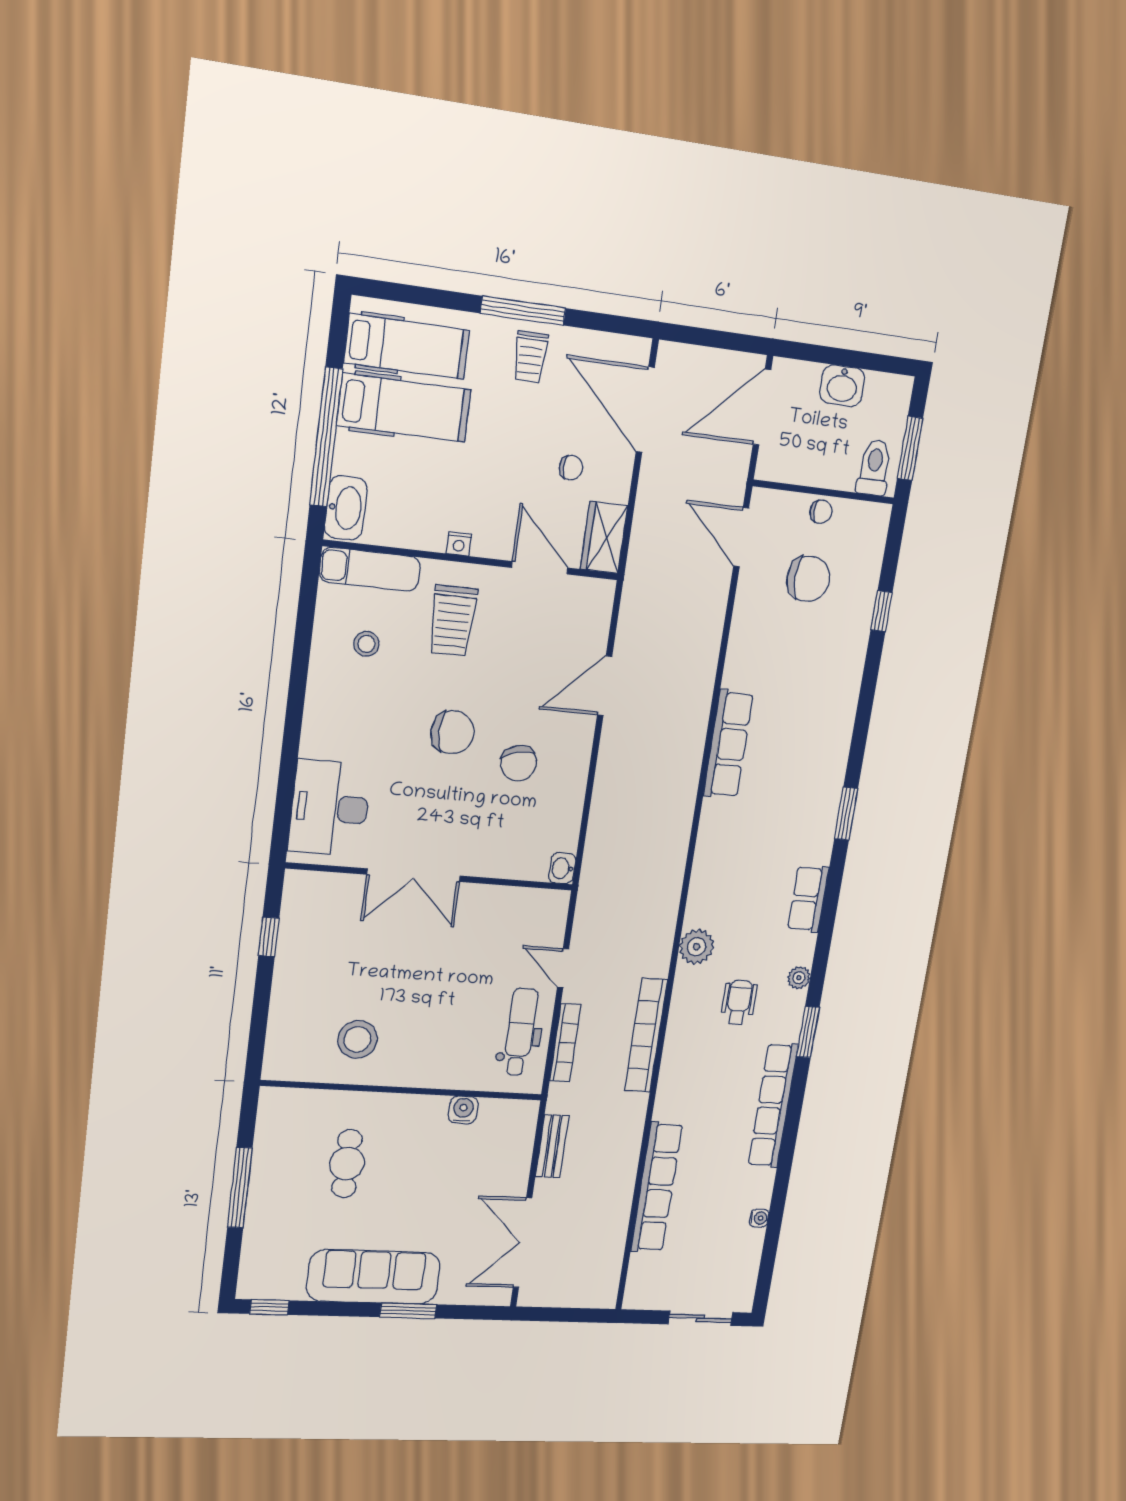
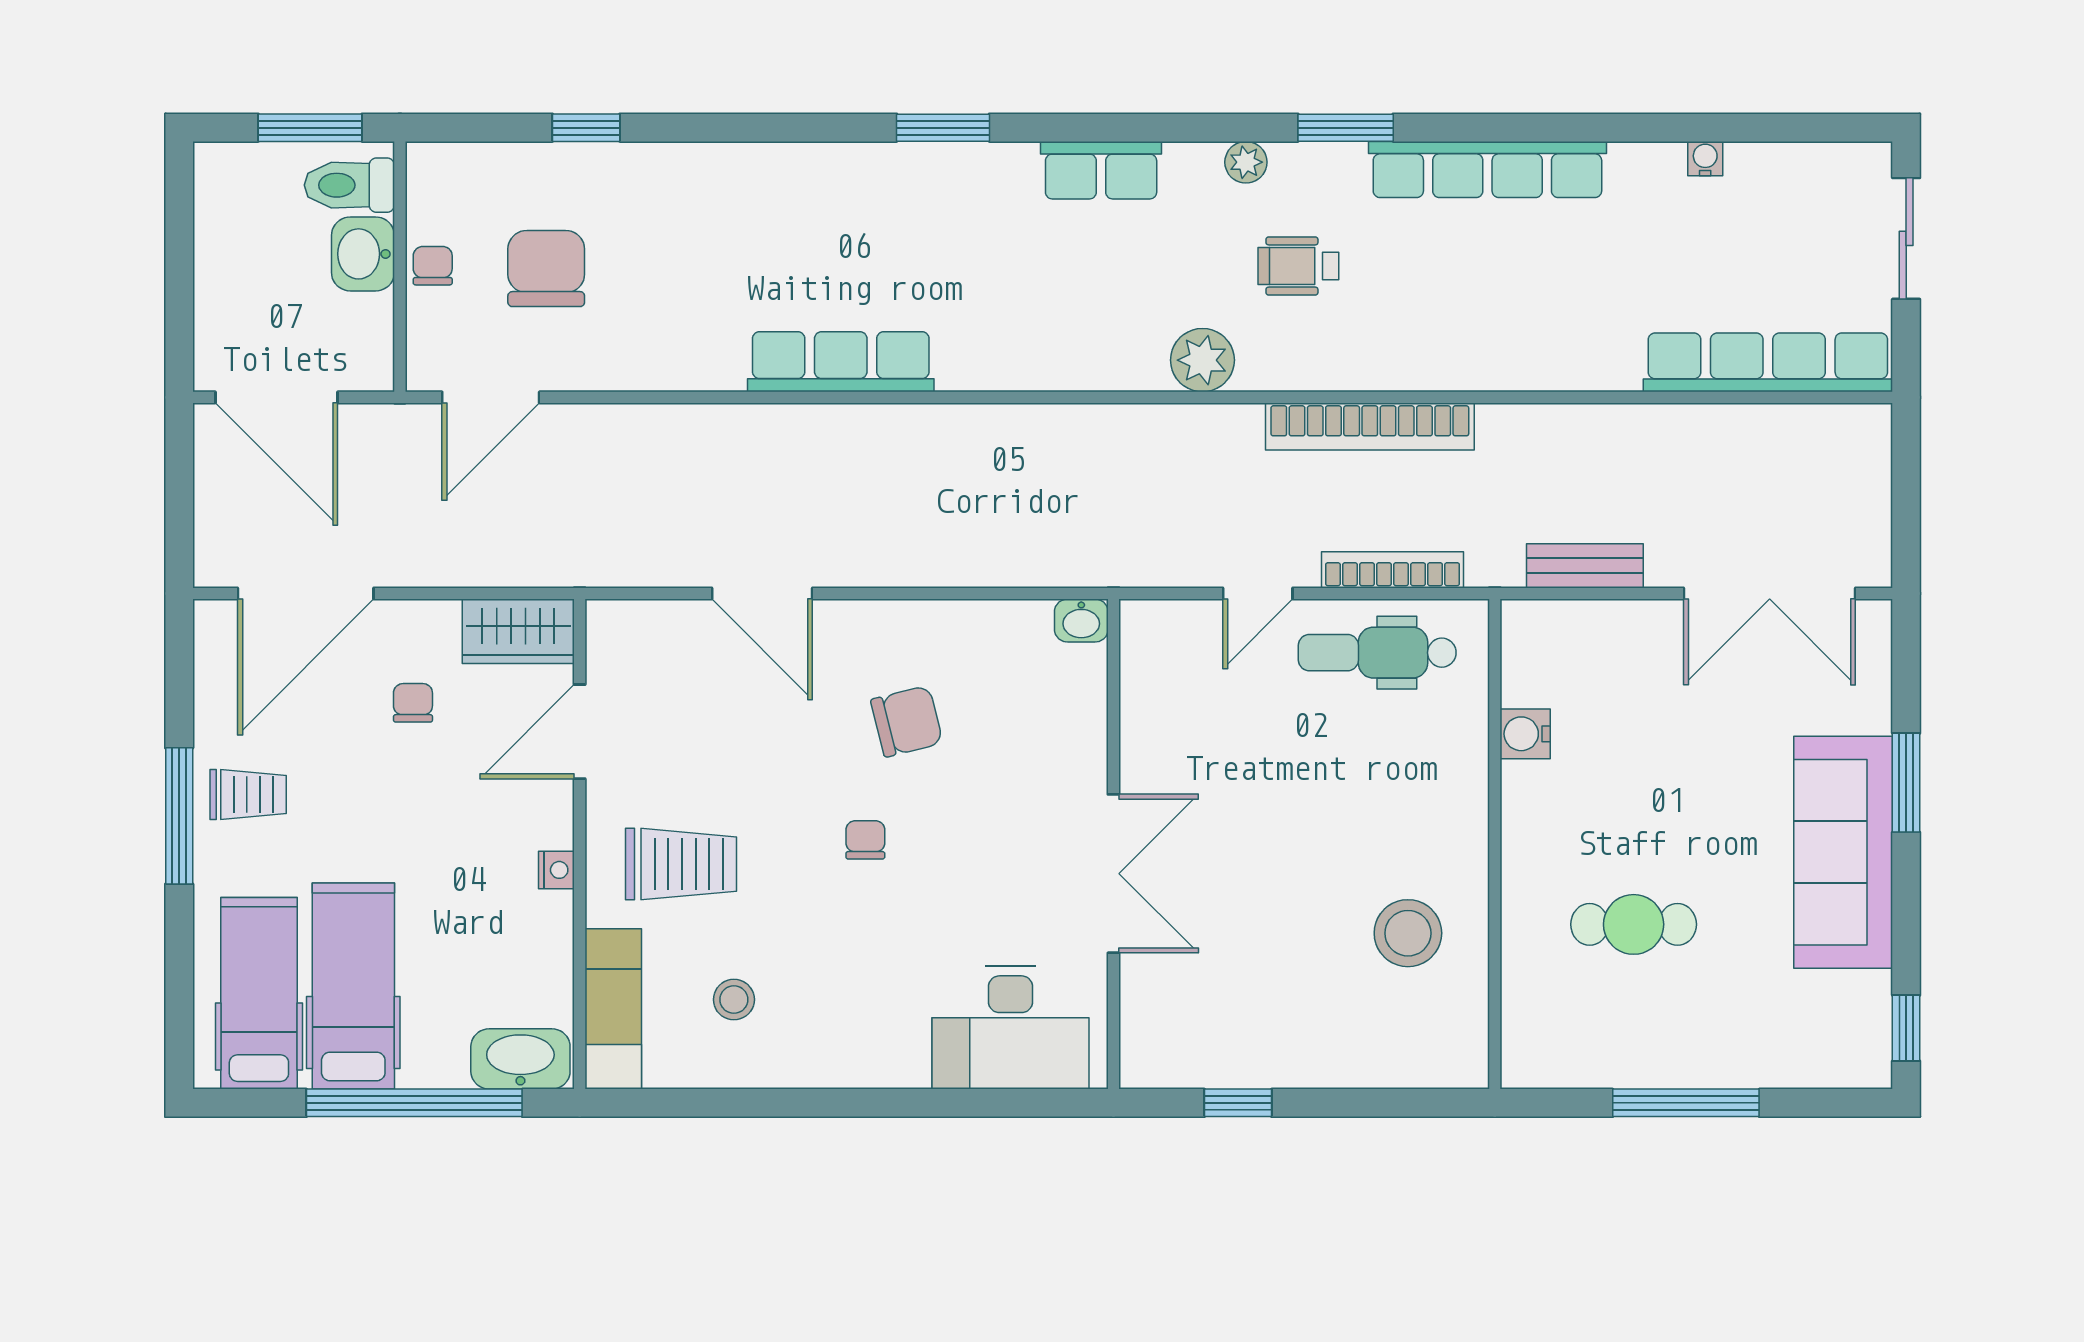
washbasin: (842, 386) -> (363, 254), moved, turned 180
chair: (452, 732) -> (865, 840), width x0.54, depth x0.54
row of seats: (657, 1187) -> (1768, 362), moved

